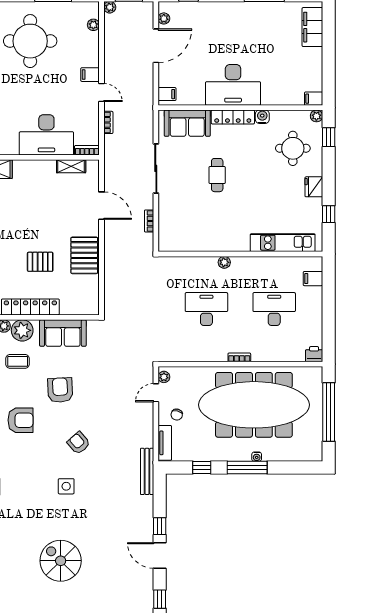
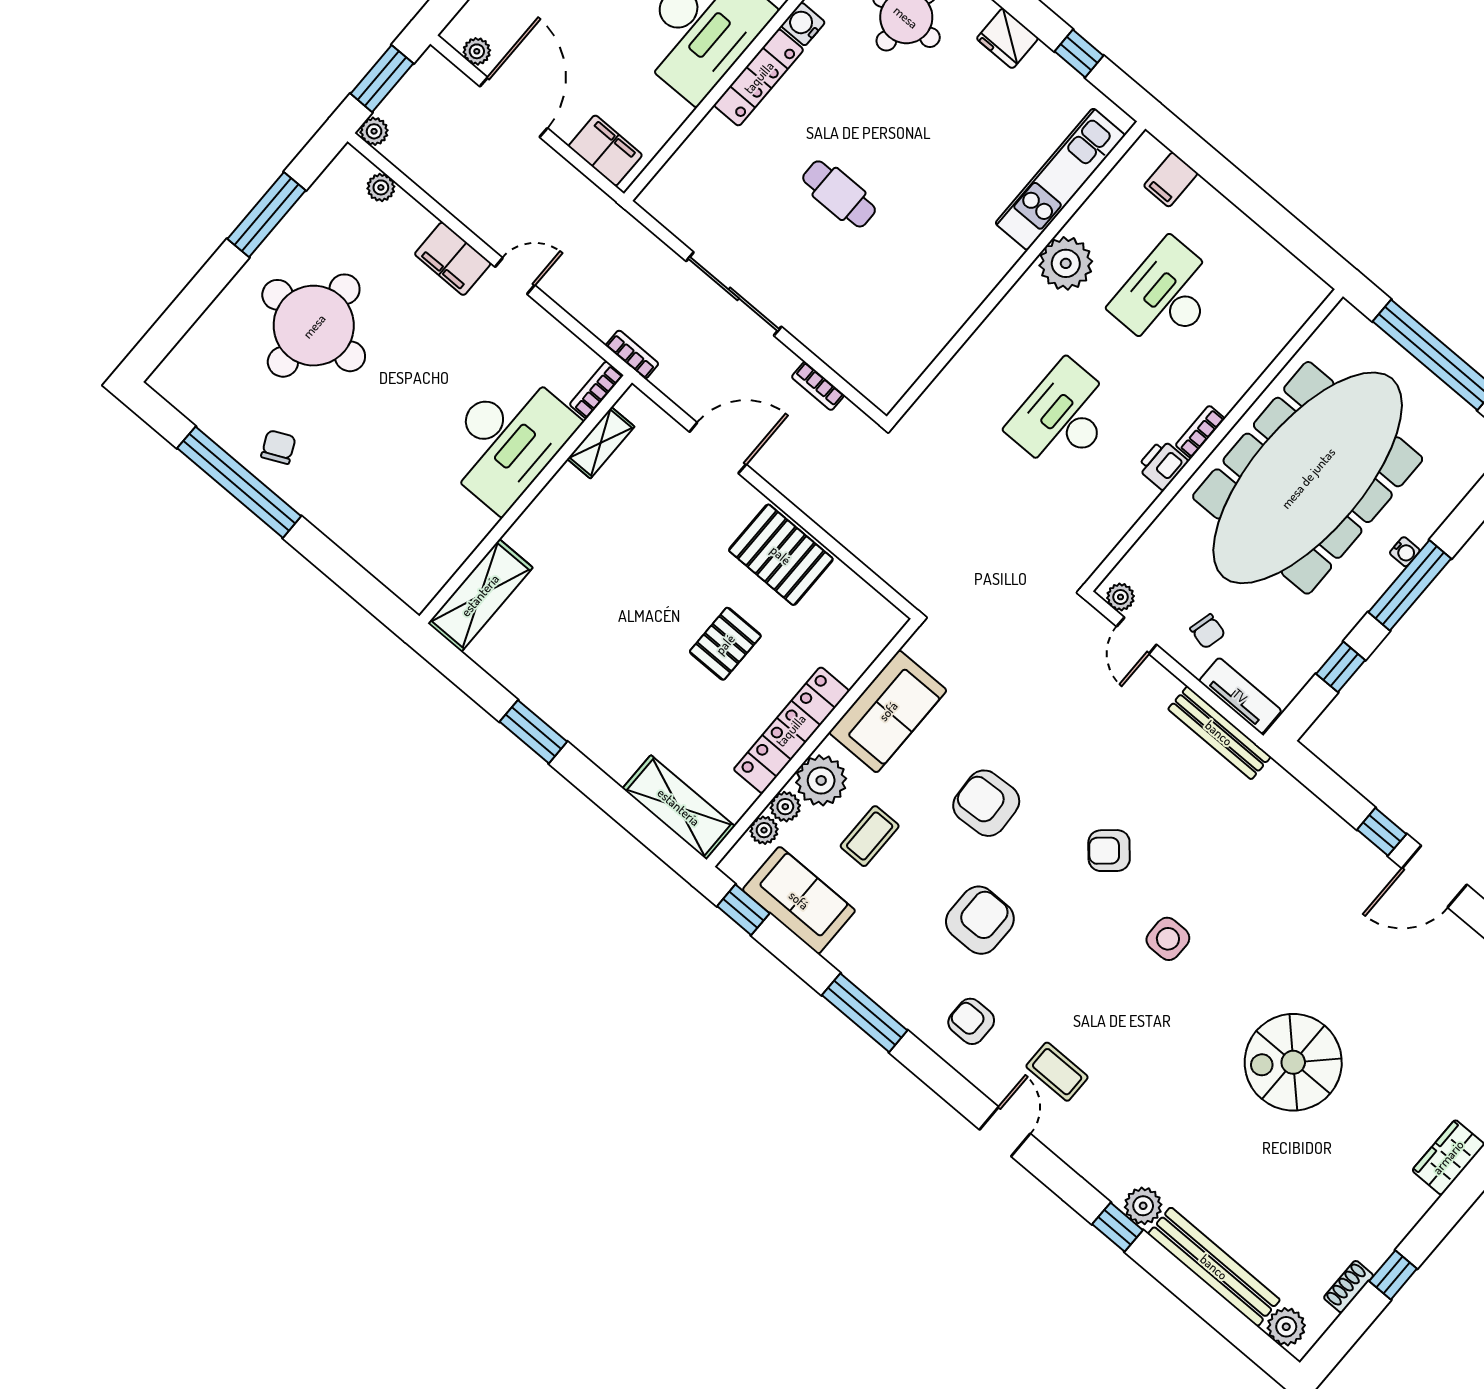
filing cabinet: (90, 75) -> (453, 259), width x2.00
filing cabinet: (167, 94) -> (605, 151), width x2.00
bookcase: (108, 122) -> (632, 355), moved
sofa: (187, 123) -> (700, 169), removed
plant: (224, 262) -> (1066, 263), moved, width x1.88, depth x1.88
printer: (314, 354) -> (1162, 465), moved
bench: (147, 471) -> (1219, 733), moved

